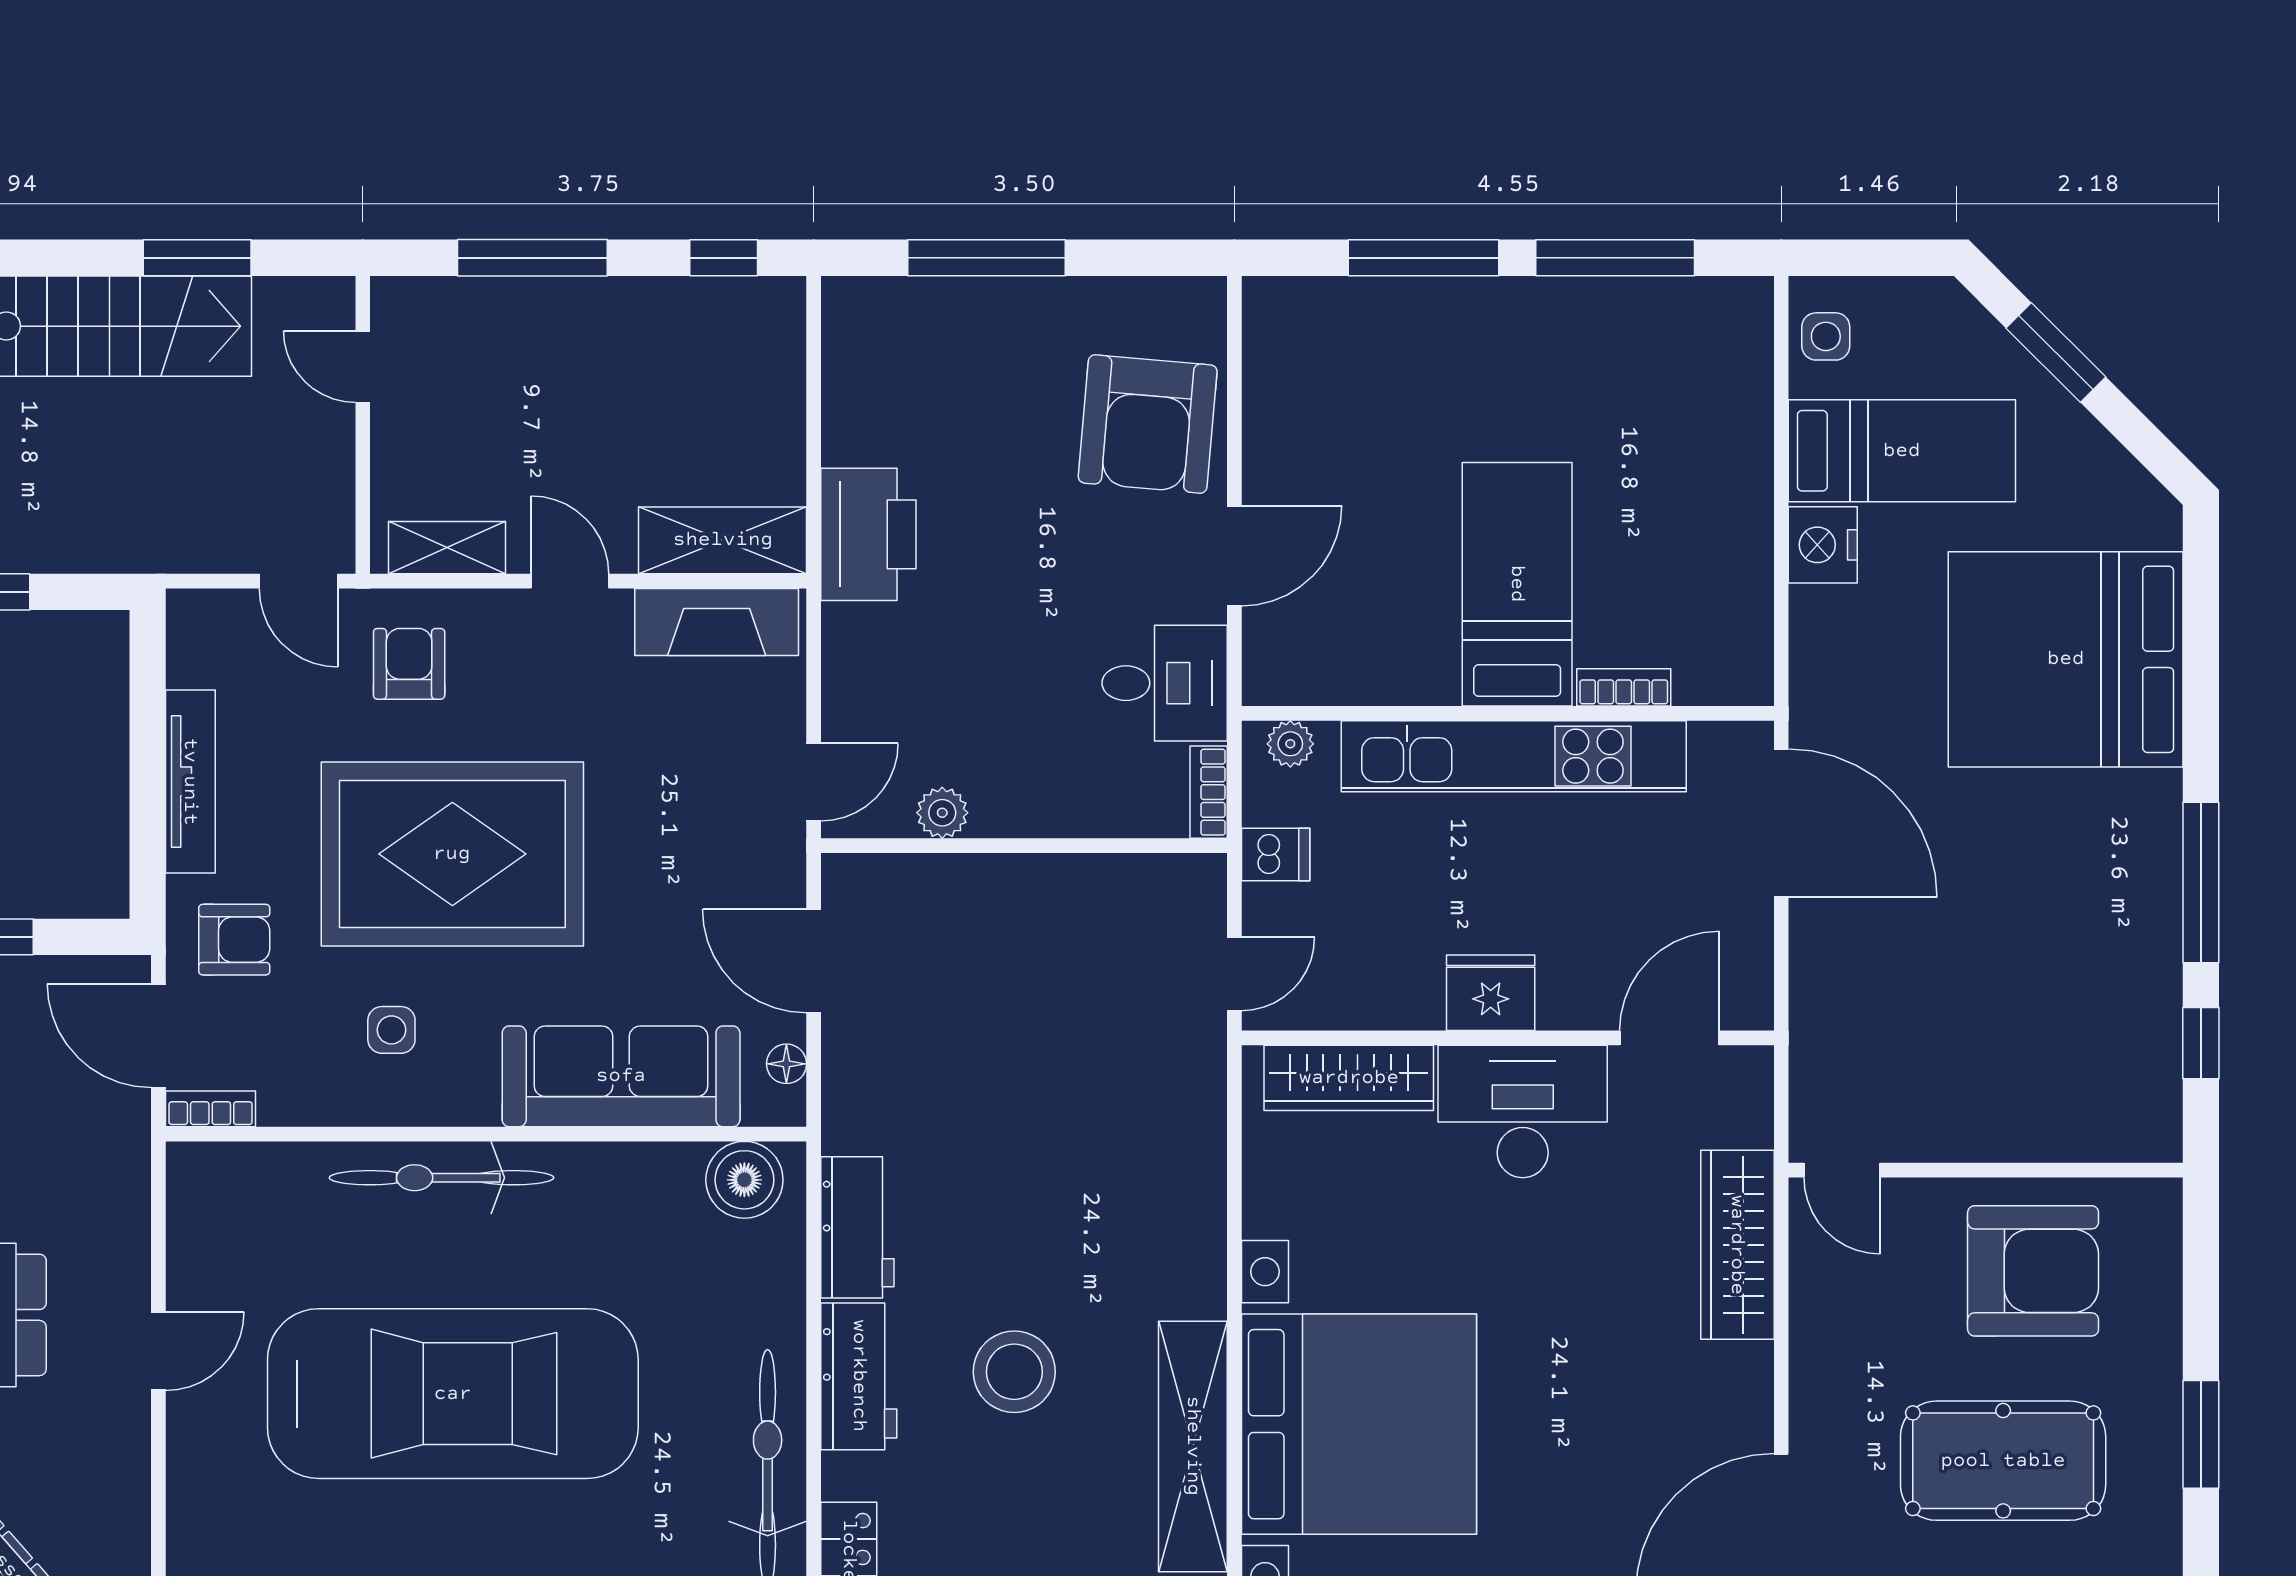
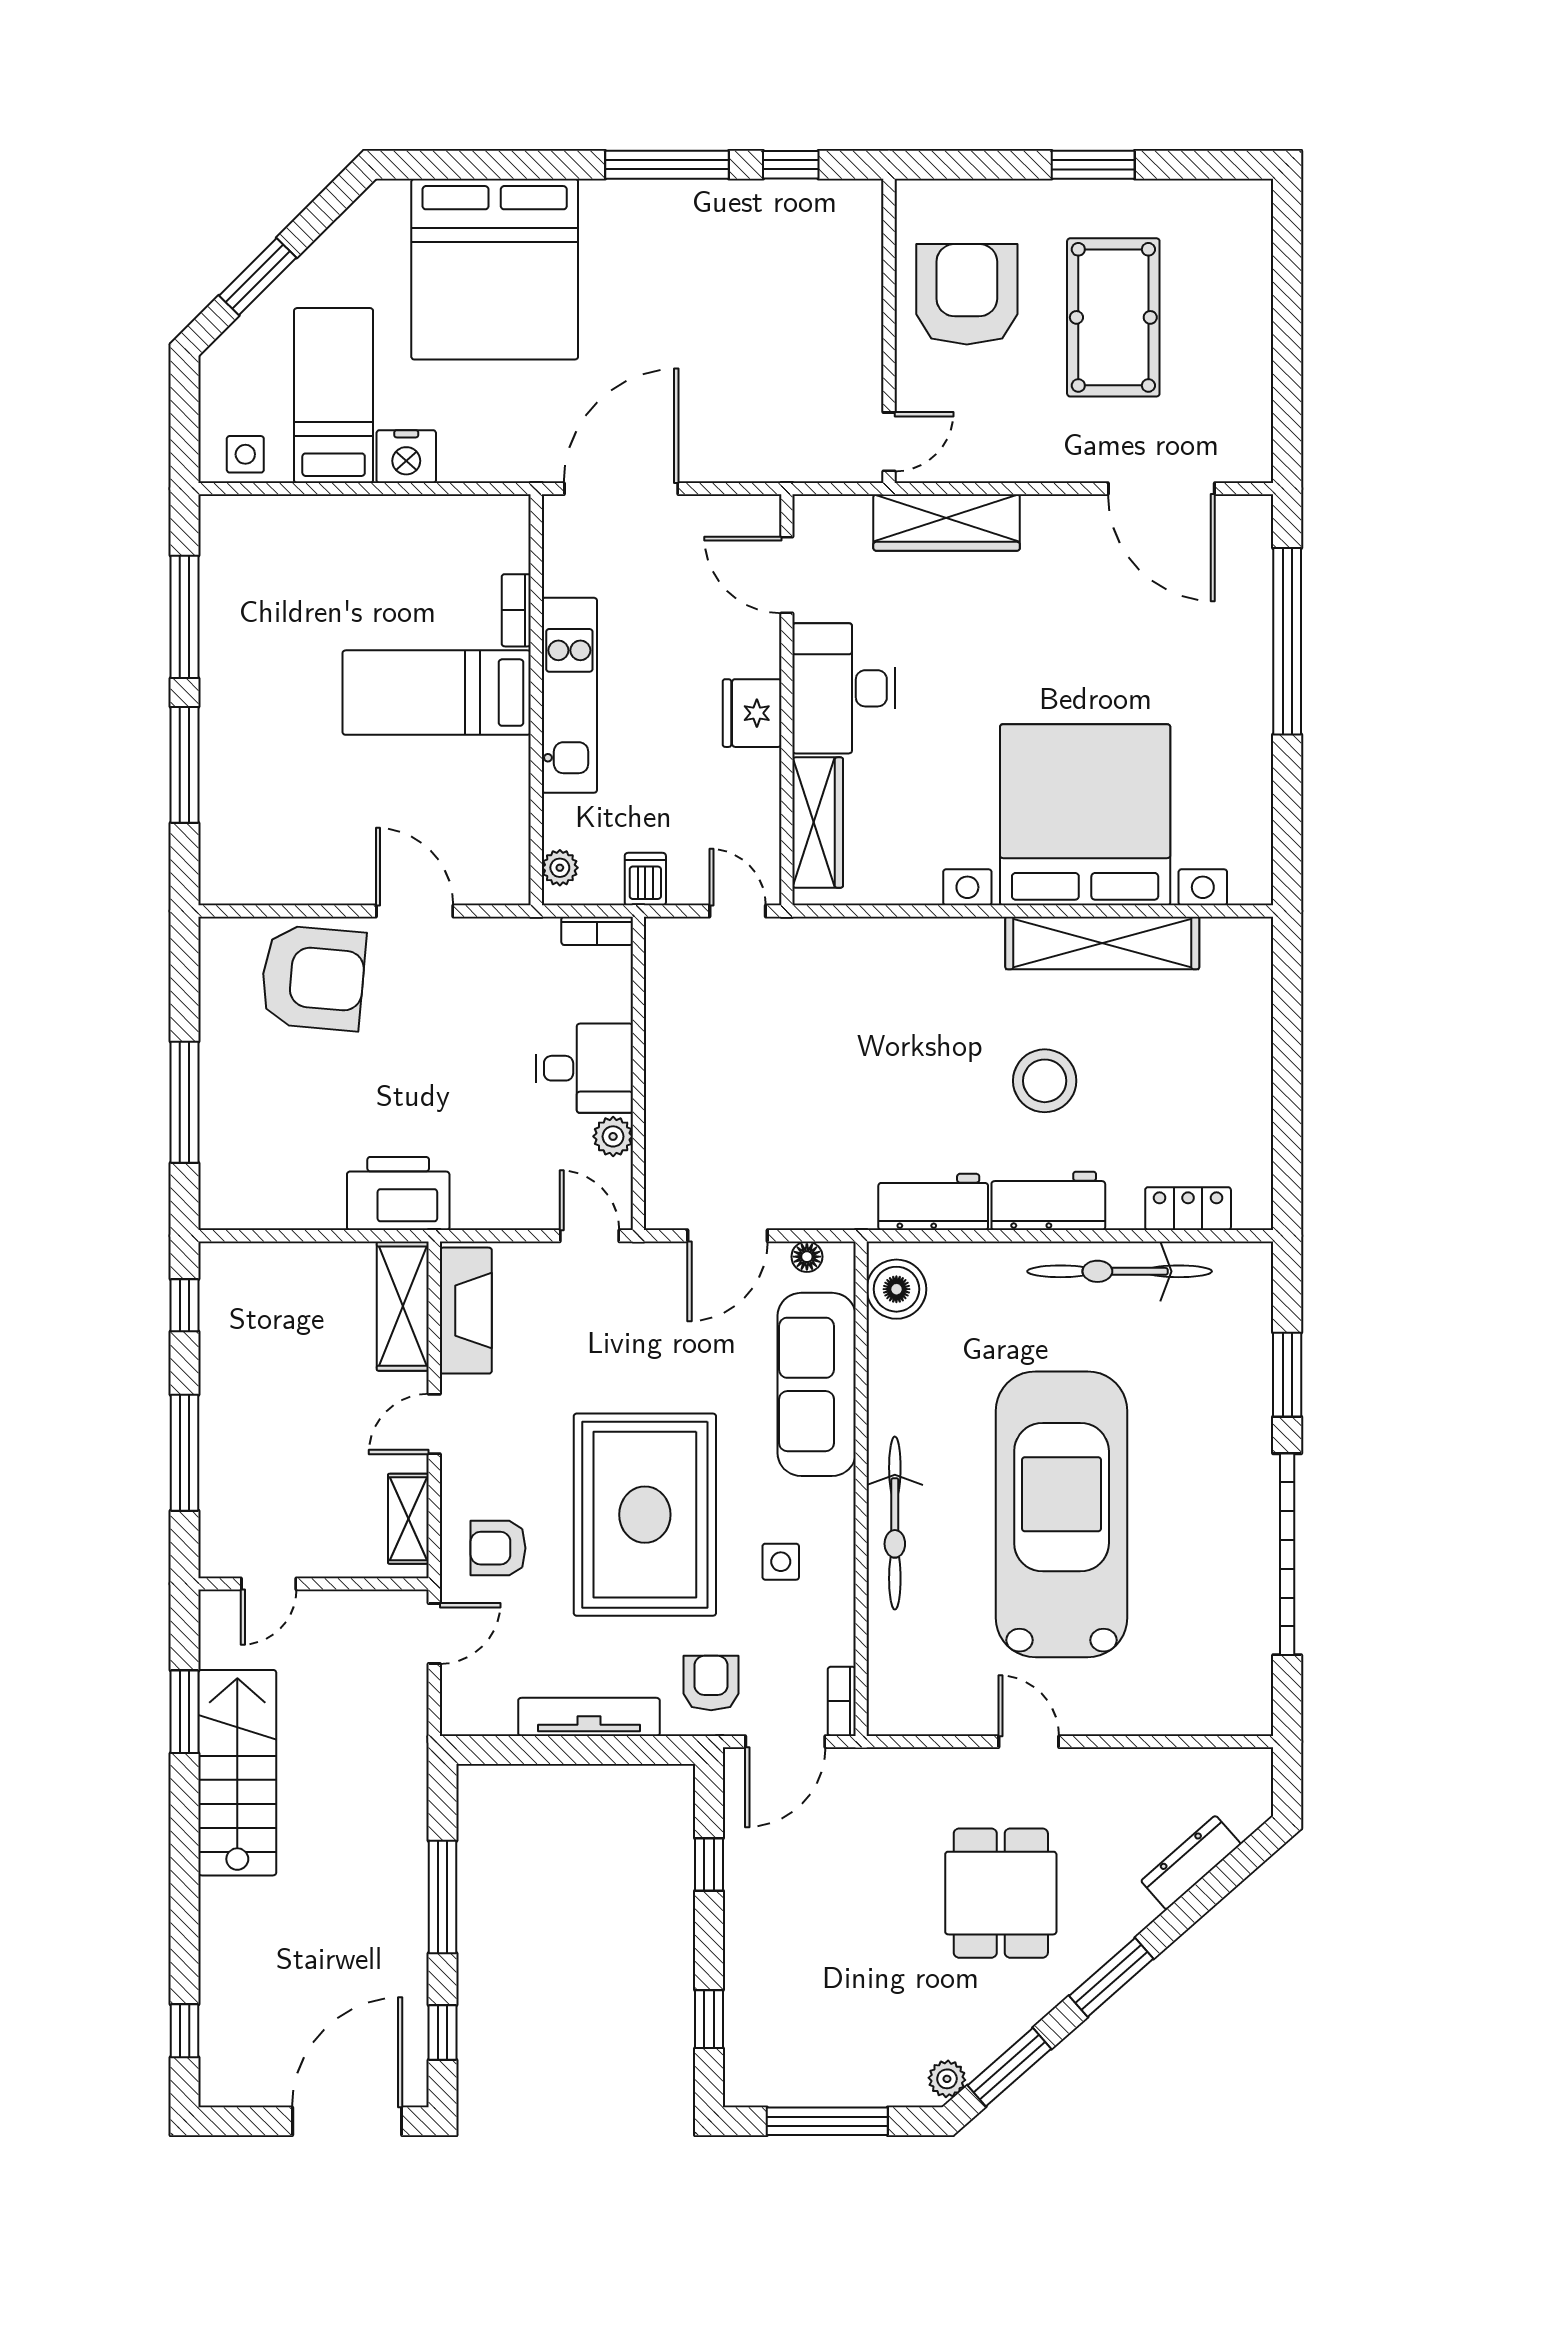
desk: (1165, 683) -> (585, 1068), moved, turned 90
kitchen unit: (1514, 756) -> (569, 695), width x0.73

